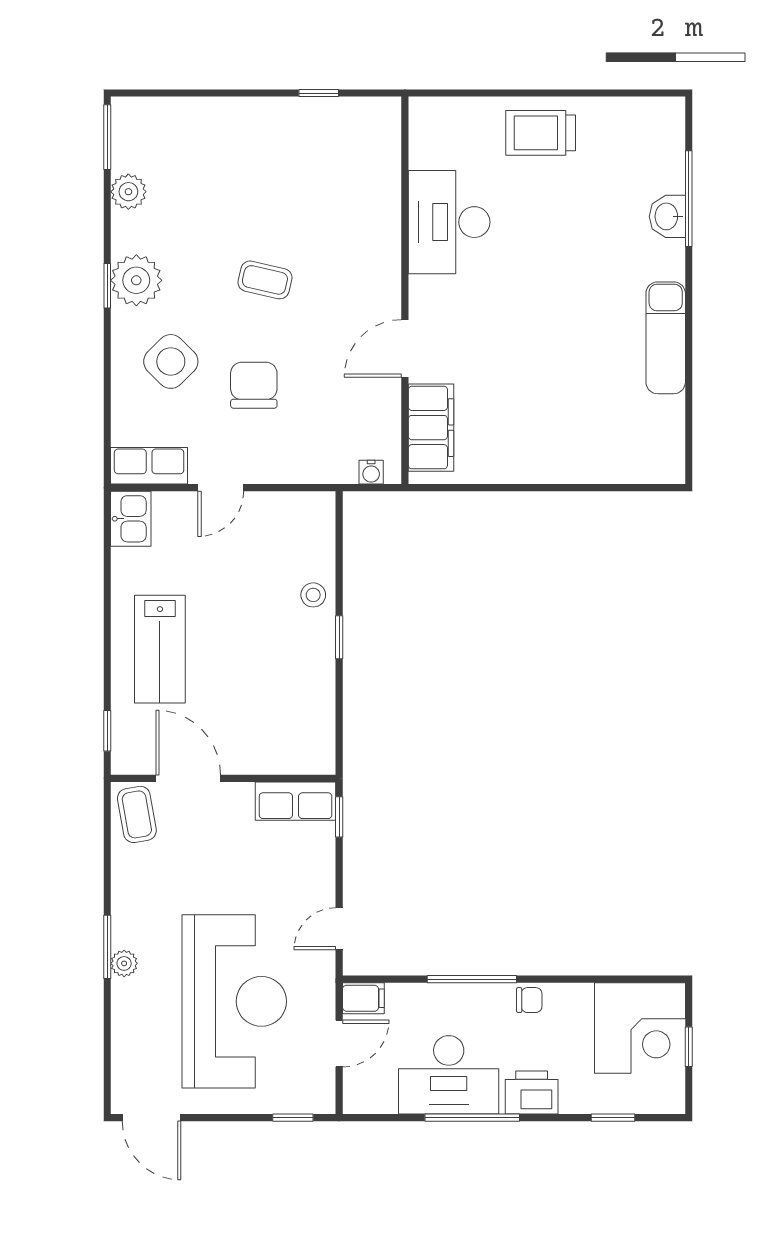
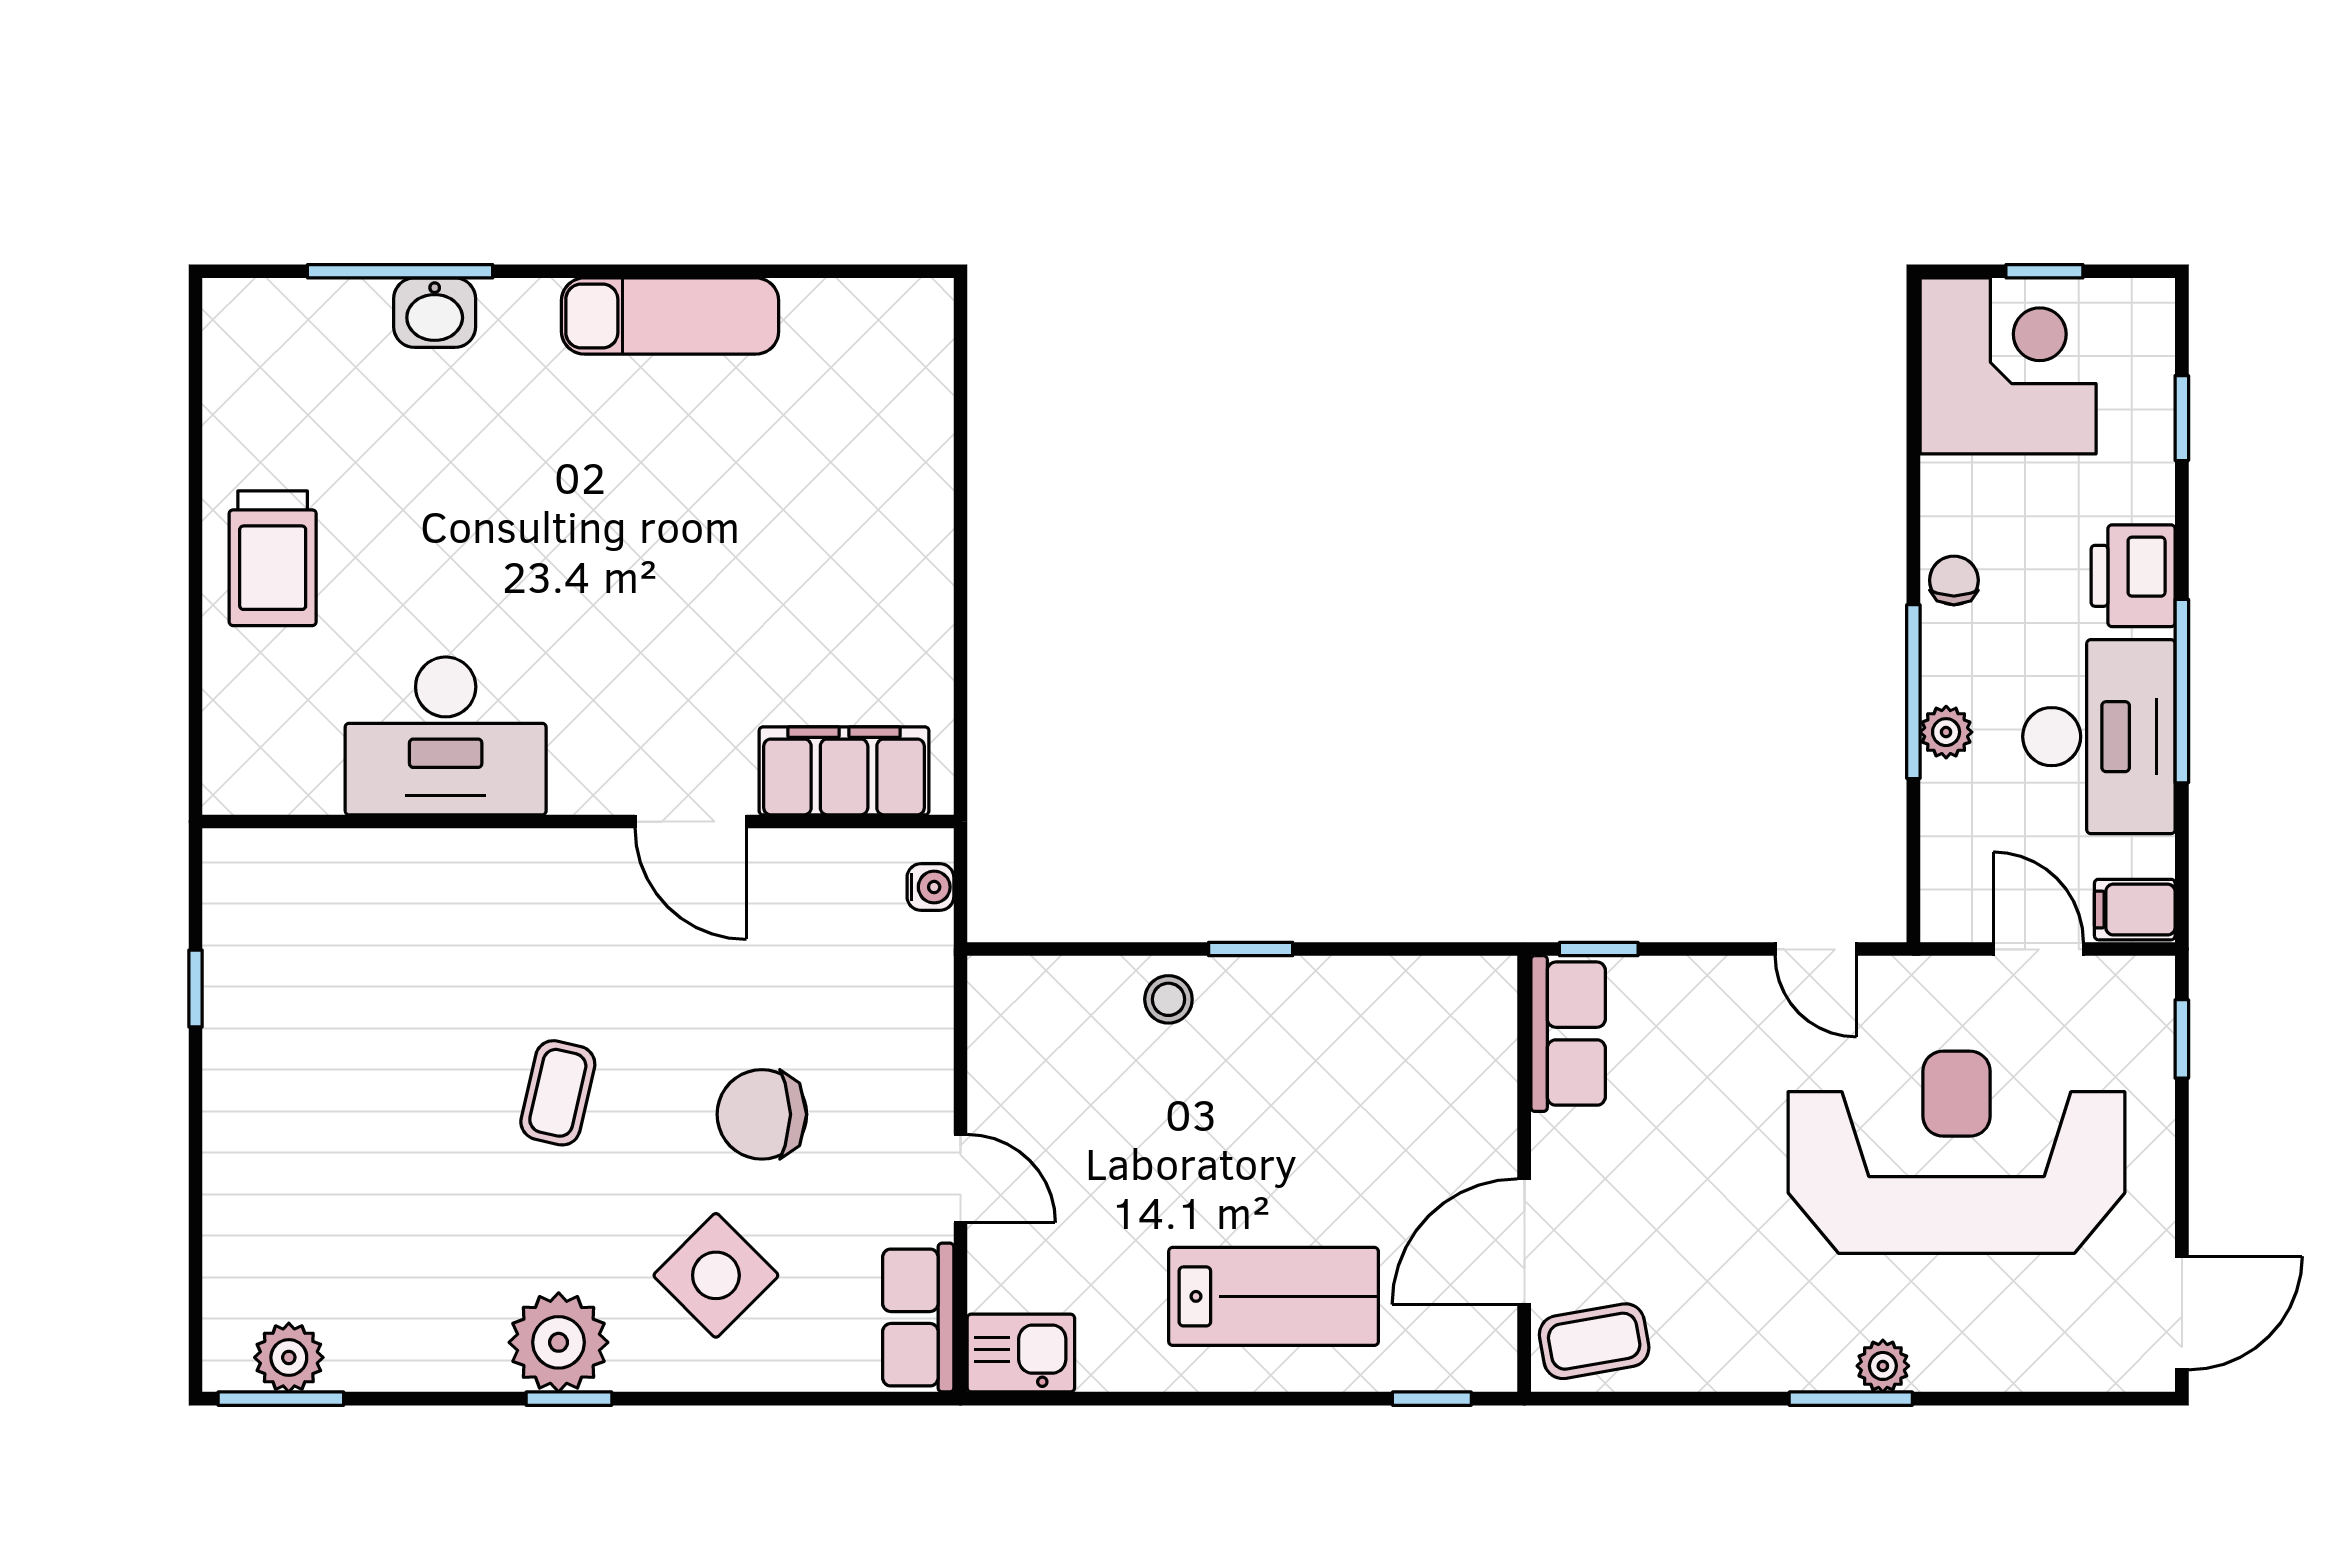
plant: (128, 192) -> (289, 1357), moved
plant: (451, 996) -> (1946, 732), added
filing cabinet: (363, 998) -> (2135, 910), moved, turned -90

